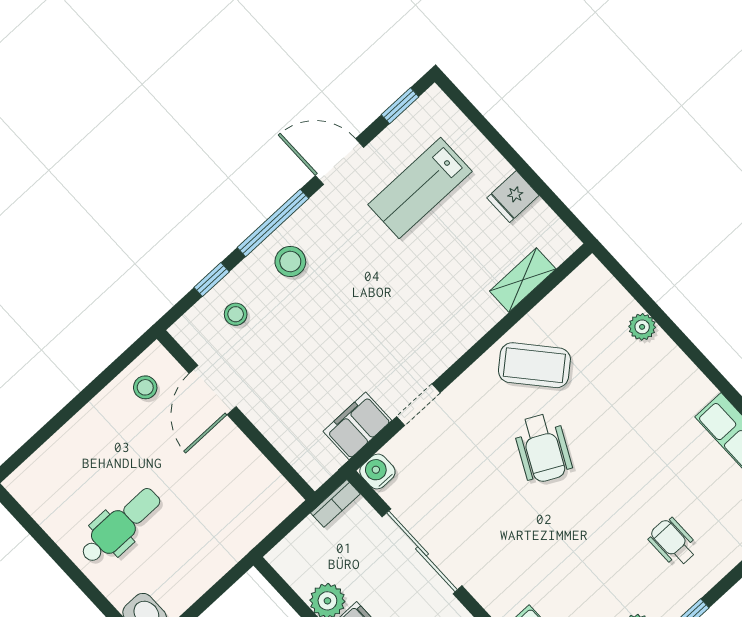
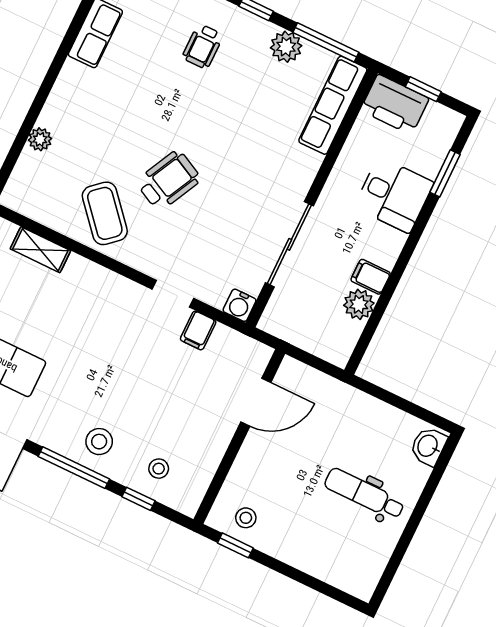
window: (120, 364) -> (235, 545), added
door: (213, 390) -> (256, 402), moved
filing cabinet: (357, 426) -> (198, 330), width x0.50
bookcase: (335, 503) -> (278, 329), removed

